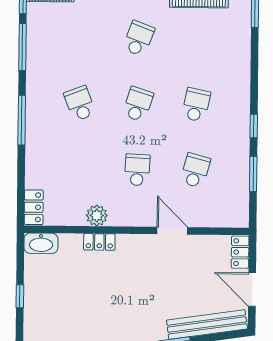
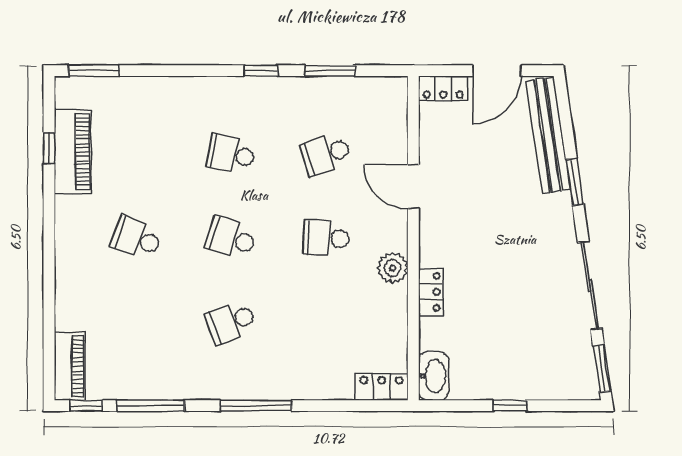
school desk: (195, 170) -> (326, 154), turned -33
plant: (97, 216) -> (392, 268), moved
door: (172, 231) -> (413, 187), hinge flipped

